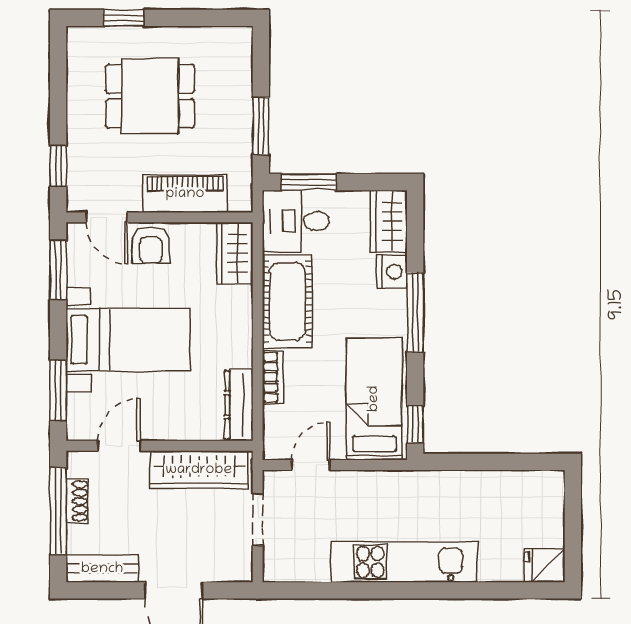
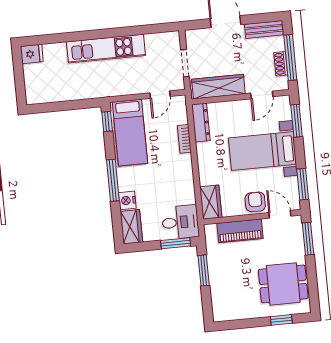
dining table: (150, 96) -> (283, 284), moved
window: (58, 166) -> (308, 239), width x1.50
cot: (287, 301) -> (181, 179), removed

